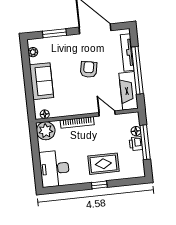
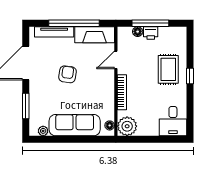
armchair: (89, 69) -> (68, 74), turned 87
sofa: (41, 81) -> (75, 125), width x1.36
desk: (55, 169) -> (173, 121), width x0.73

